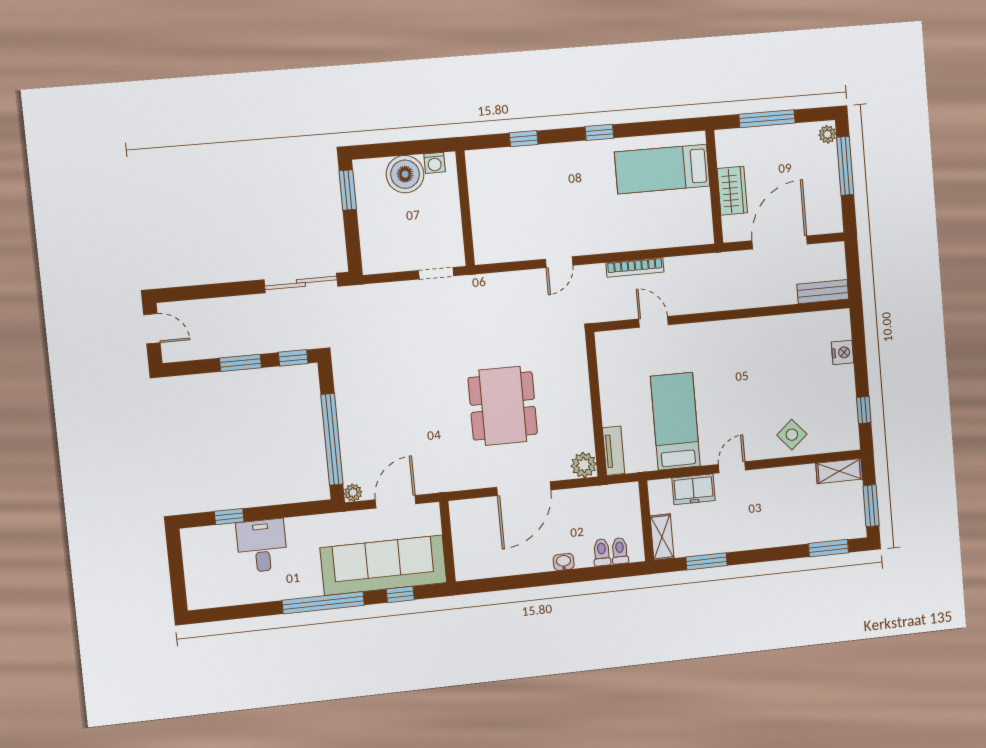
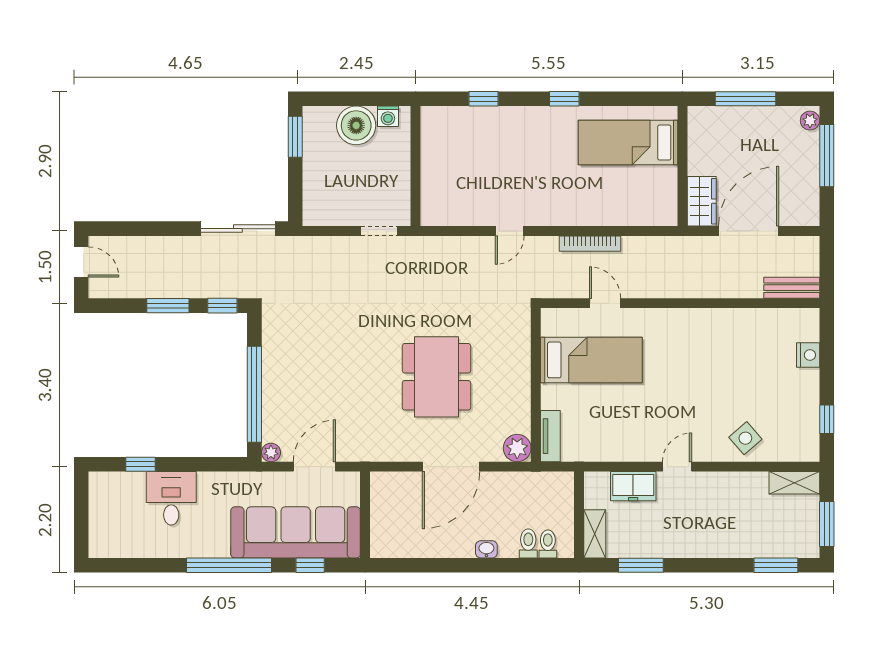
wardrobe: (732, 191) -> (702, 201), moved
bed: (675, 421) -> (591, 360), moved, turned 90

